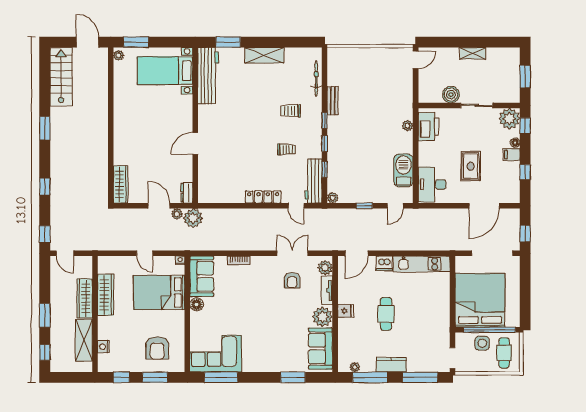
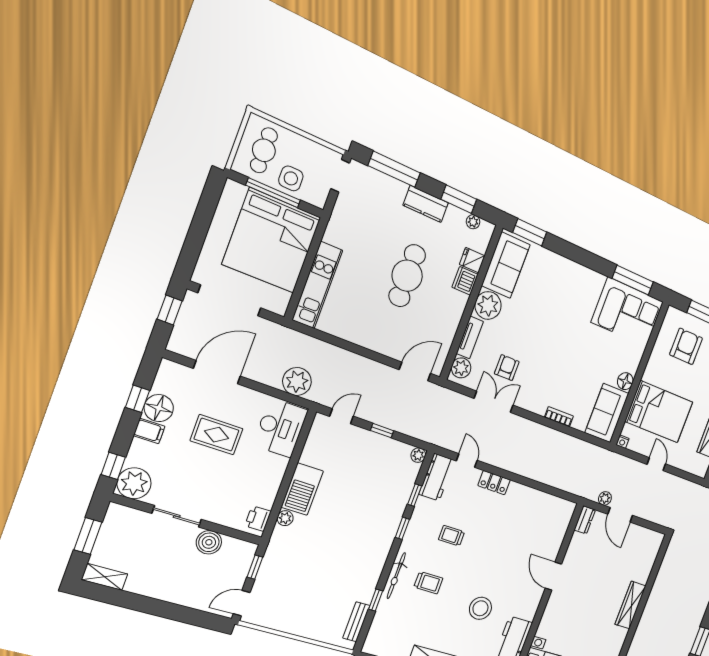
shelving: (473, 53) -> (105, 577), moved
bicycle: (316, 78) -> (396, 576), moved
window: (416, 87) -> (255, 567), added
bench: (333, 101) -> (356, 622), moved
stool: (244, 103) -> (480, 608), added
window: (325, 120) -> (376, 600), moved
printer: (429, 127) -> (258, 519), width x0.53, depth x0.68
door: (195, 143) -> (553, 576), swing flipped
floor lamp: (515, 143) -> (159, 408), moved, width x1.89, depth x1.89
rug: (471, 166) -> (217, 435), turned 90
barbecue: (403, 170) -> (302, 489), moved
workbench: (314, 181) -> (437, 477), width x0.73
wardrobe: (121, 184) -> (631, 605), moved
locker: (263, 197) -> (494, 483), width x0.66
plant: (193, 218) -> (297, 382), moved
double door: (292, 253) -> (494, 402), swing flipped
dishwasher: (384, 263) -> (465, 281), moved, turned -90
kitchen unit: (422, 264) -> (317, 285), moved, turned 90
fridge: (346, 311) -> (472, 260), moved
cafe table: (386, 314) -> (407, 276), width x1.37, depth x1.35
window: (490, 330) -> (273, 193), width x0.68
window: (293, 377) -> (530, 232), moved
window: (370, 377) -> (459, 199), width x0.69

